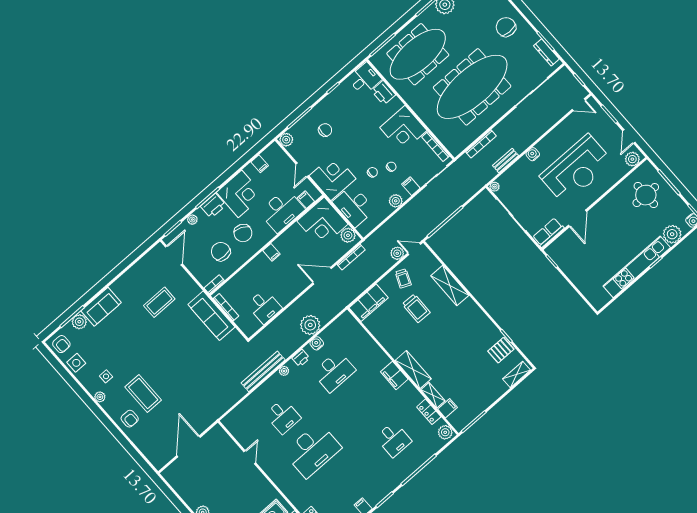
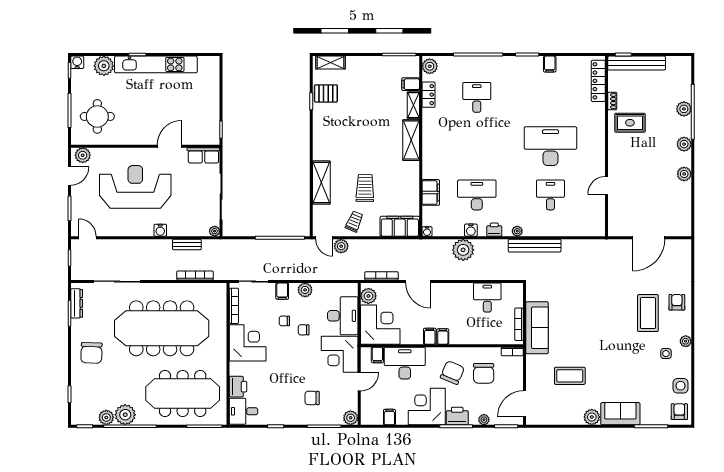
filing cabinet: (281, 245) -> (430, 336), added
water cooler: (347, 316) -> (427, 231), added
plant: (79, 322) -> (592, 417), moved
filing cabinet: (394, 375) -> (431, 192), moved

